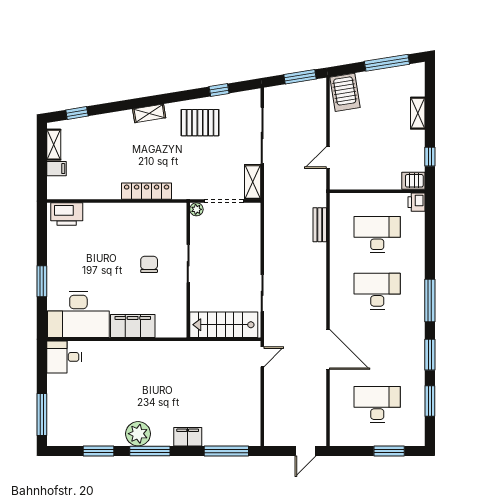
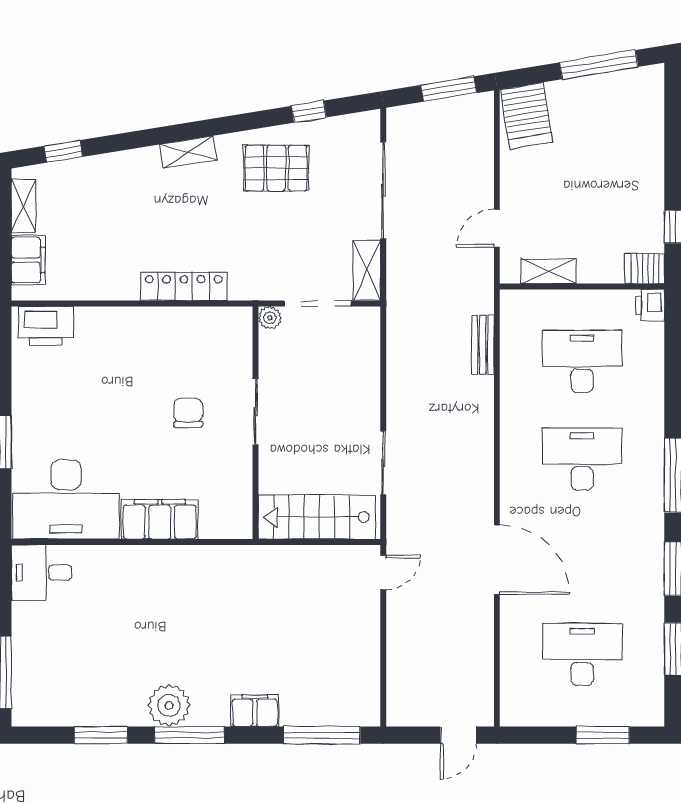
shelving: (418, 113) -> (549, 271), moved, turned 90
filing cabinet: (56, 169) -> (28, 260), width x2.00

